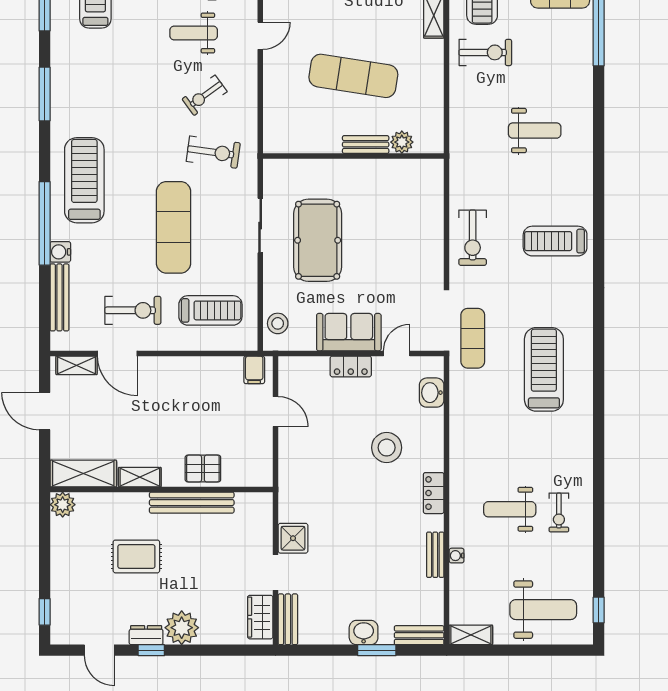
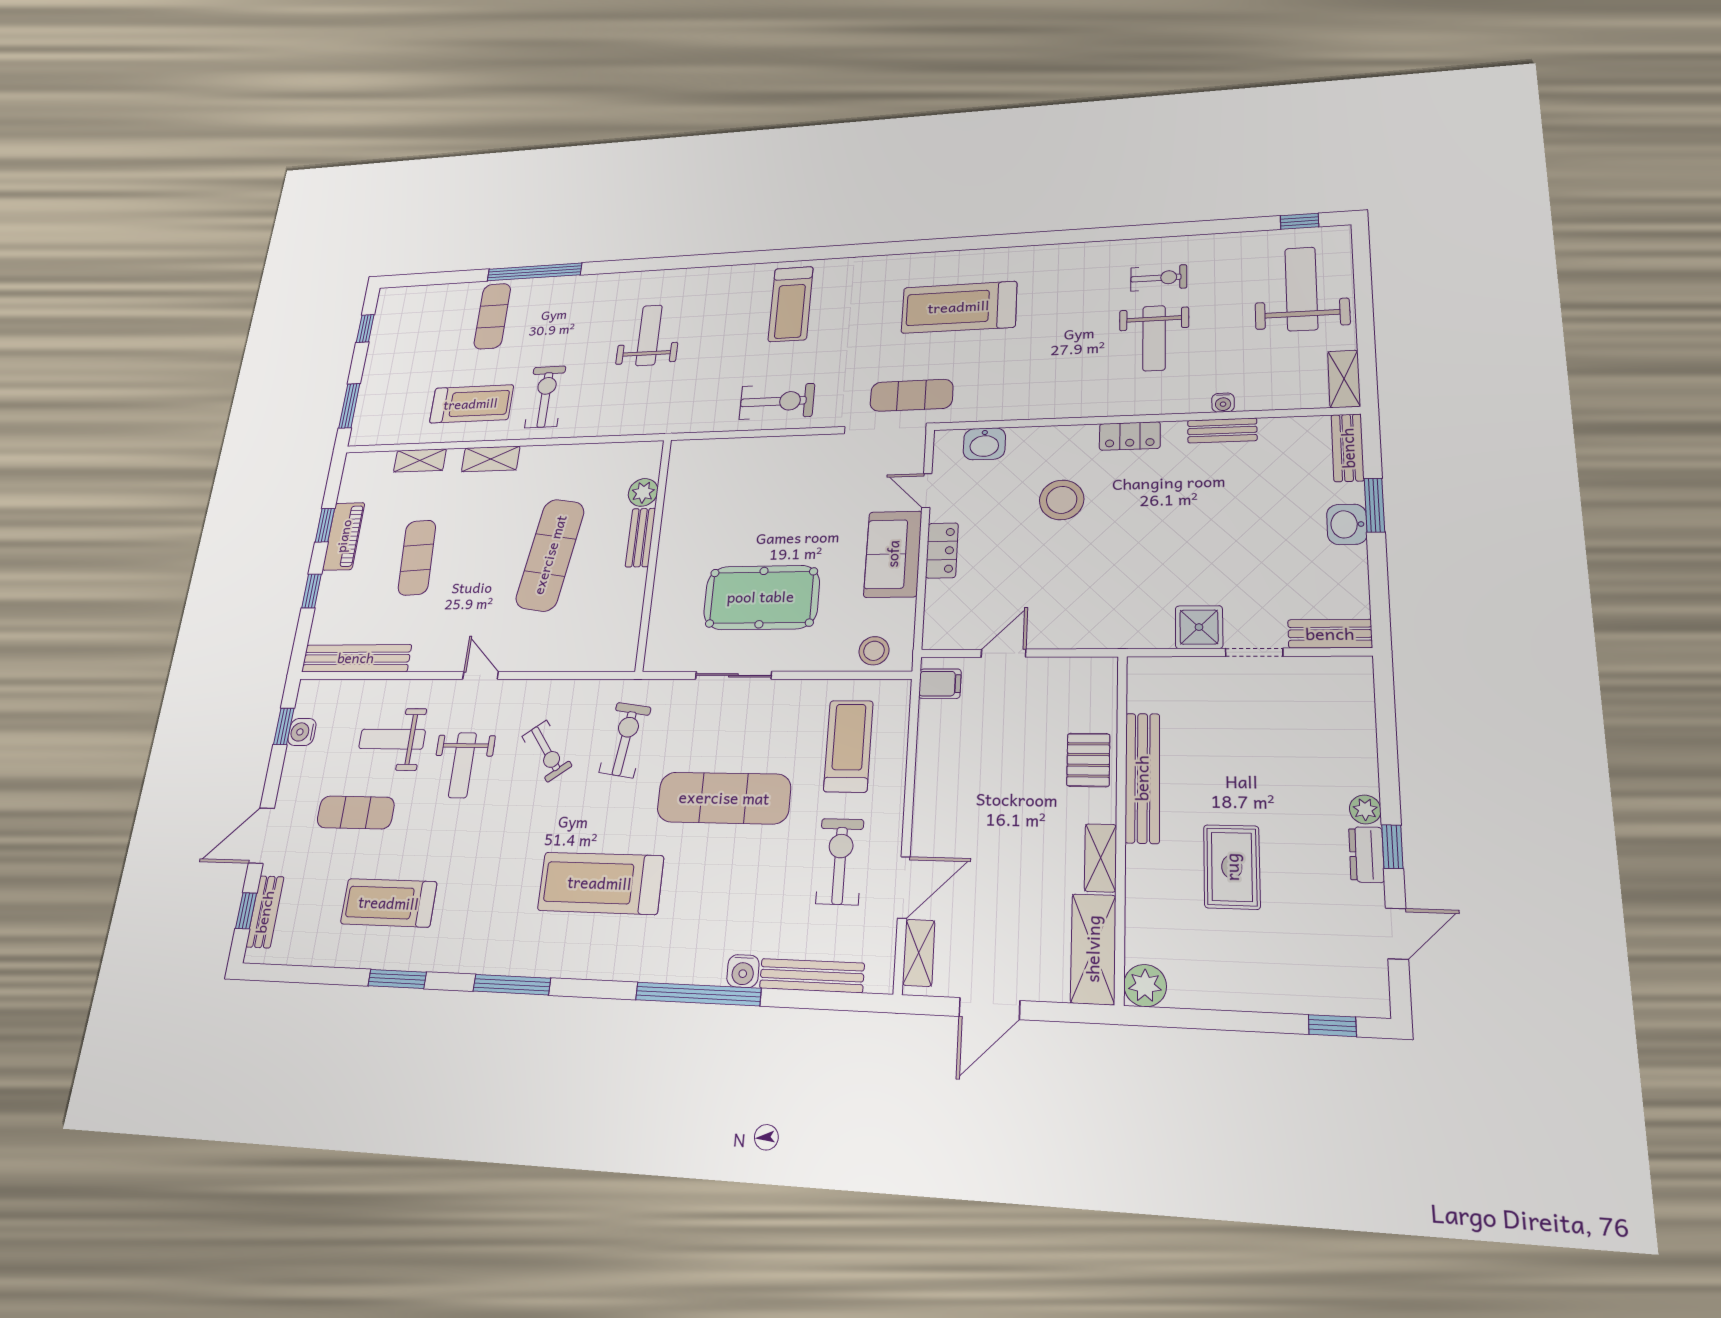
treadmill: (84, 180) -> (600, 883), moved
wardrobe: (260, 617) -> (1328, 675), removed
plant: (182, 628) -> (1365, 809), width x0.53, depth x0.53

